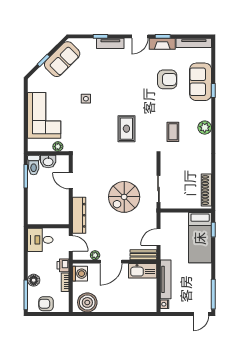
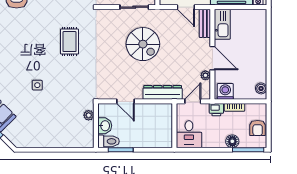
corner sofa: (44, 115) -> (55, 130), removed
rug: (126, 129) -> (69, 42), turned 90
door: (71, 181) -> (126, 101), hinge flipped
boiler: (87, 302) -> (261, 88), width x0.54, depth x0.54

